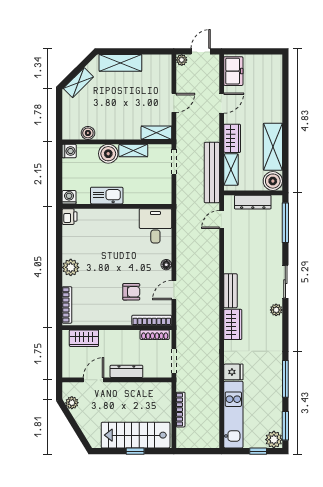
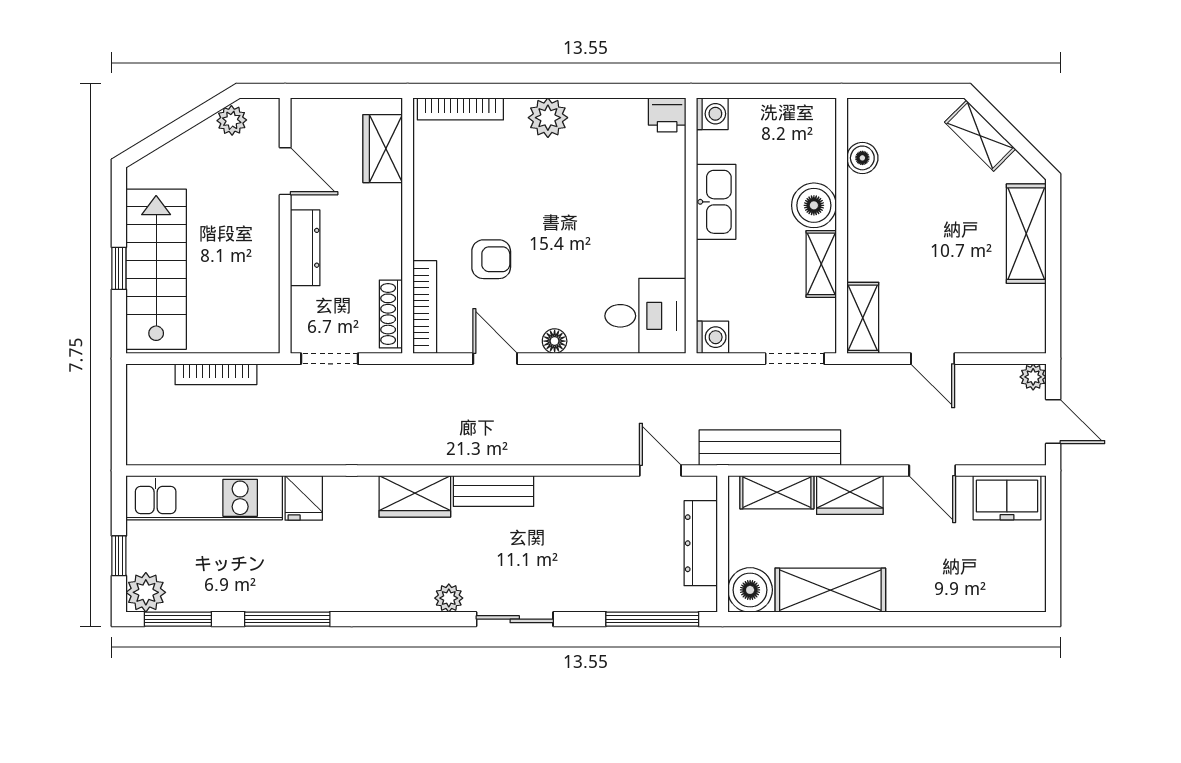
washing machine: (69, 151) -> (712, 337), moved, turned -90
armchair: (131, 292) -> (491, 259), turned -90

